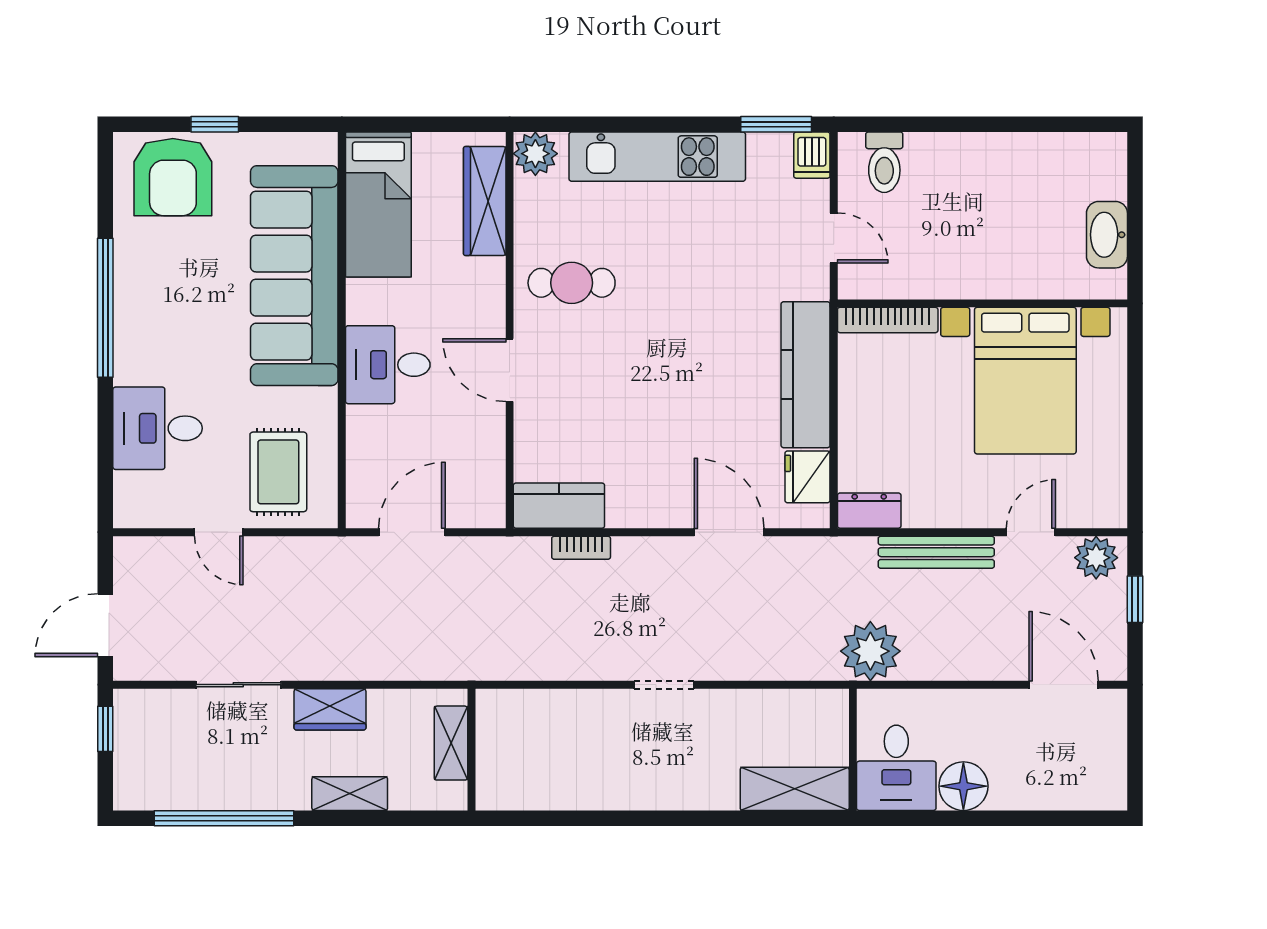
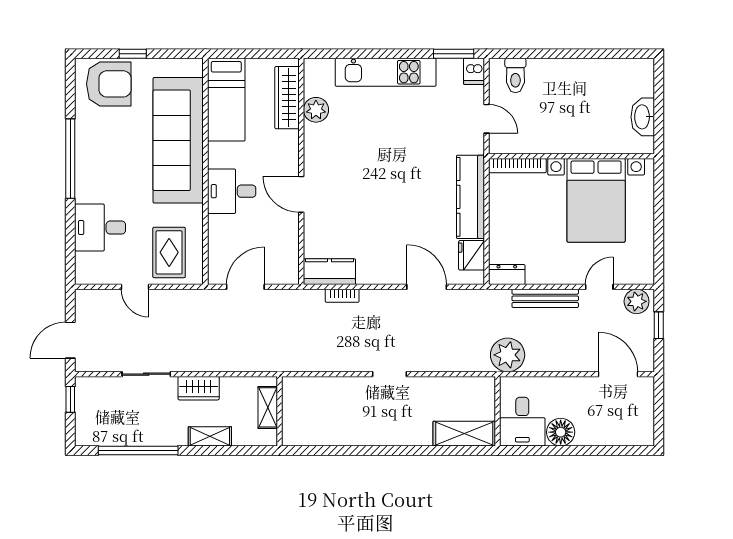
plant: (535, 154) -> (316, 110), moved
armchair: (173, 177) -> (109, 84), turned -90
cafe table: (572, 283) -> (337, 144), removed

